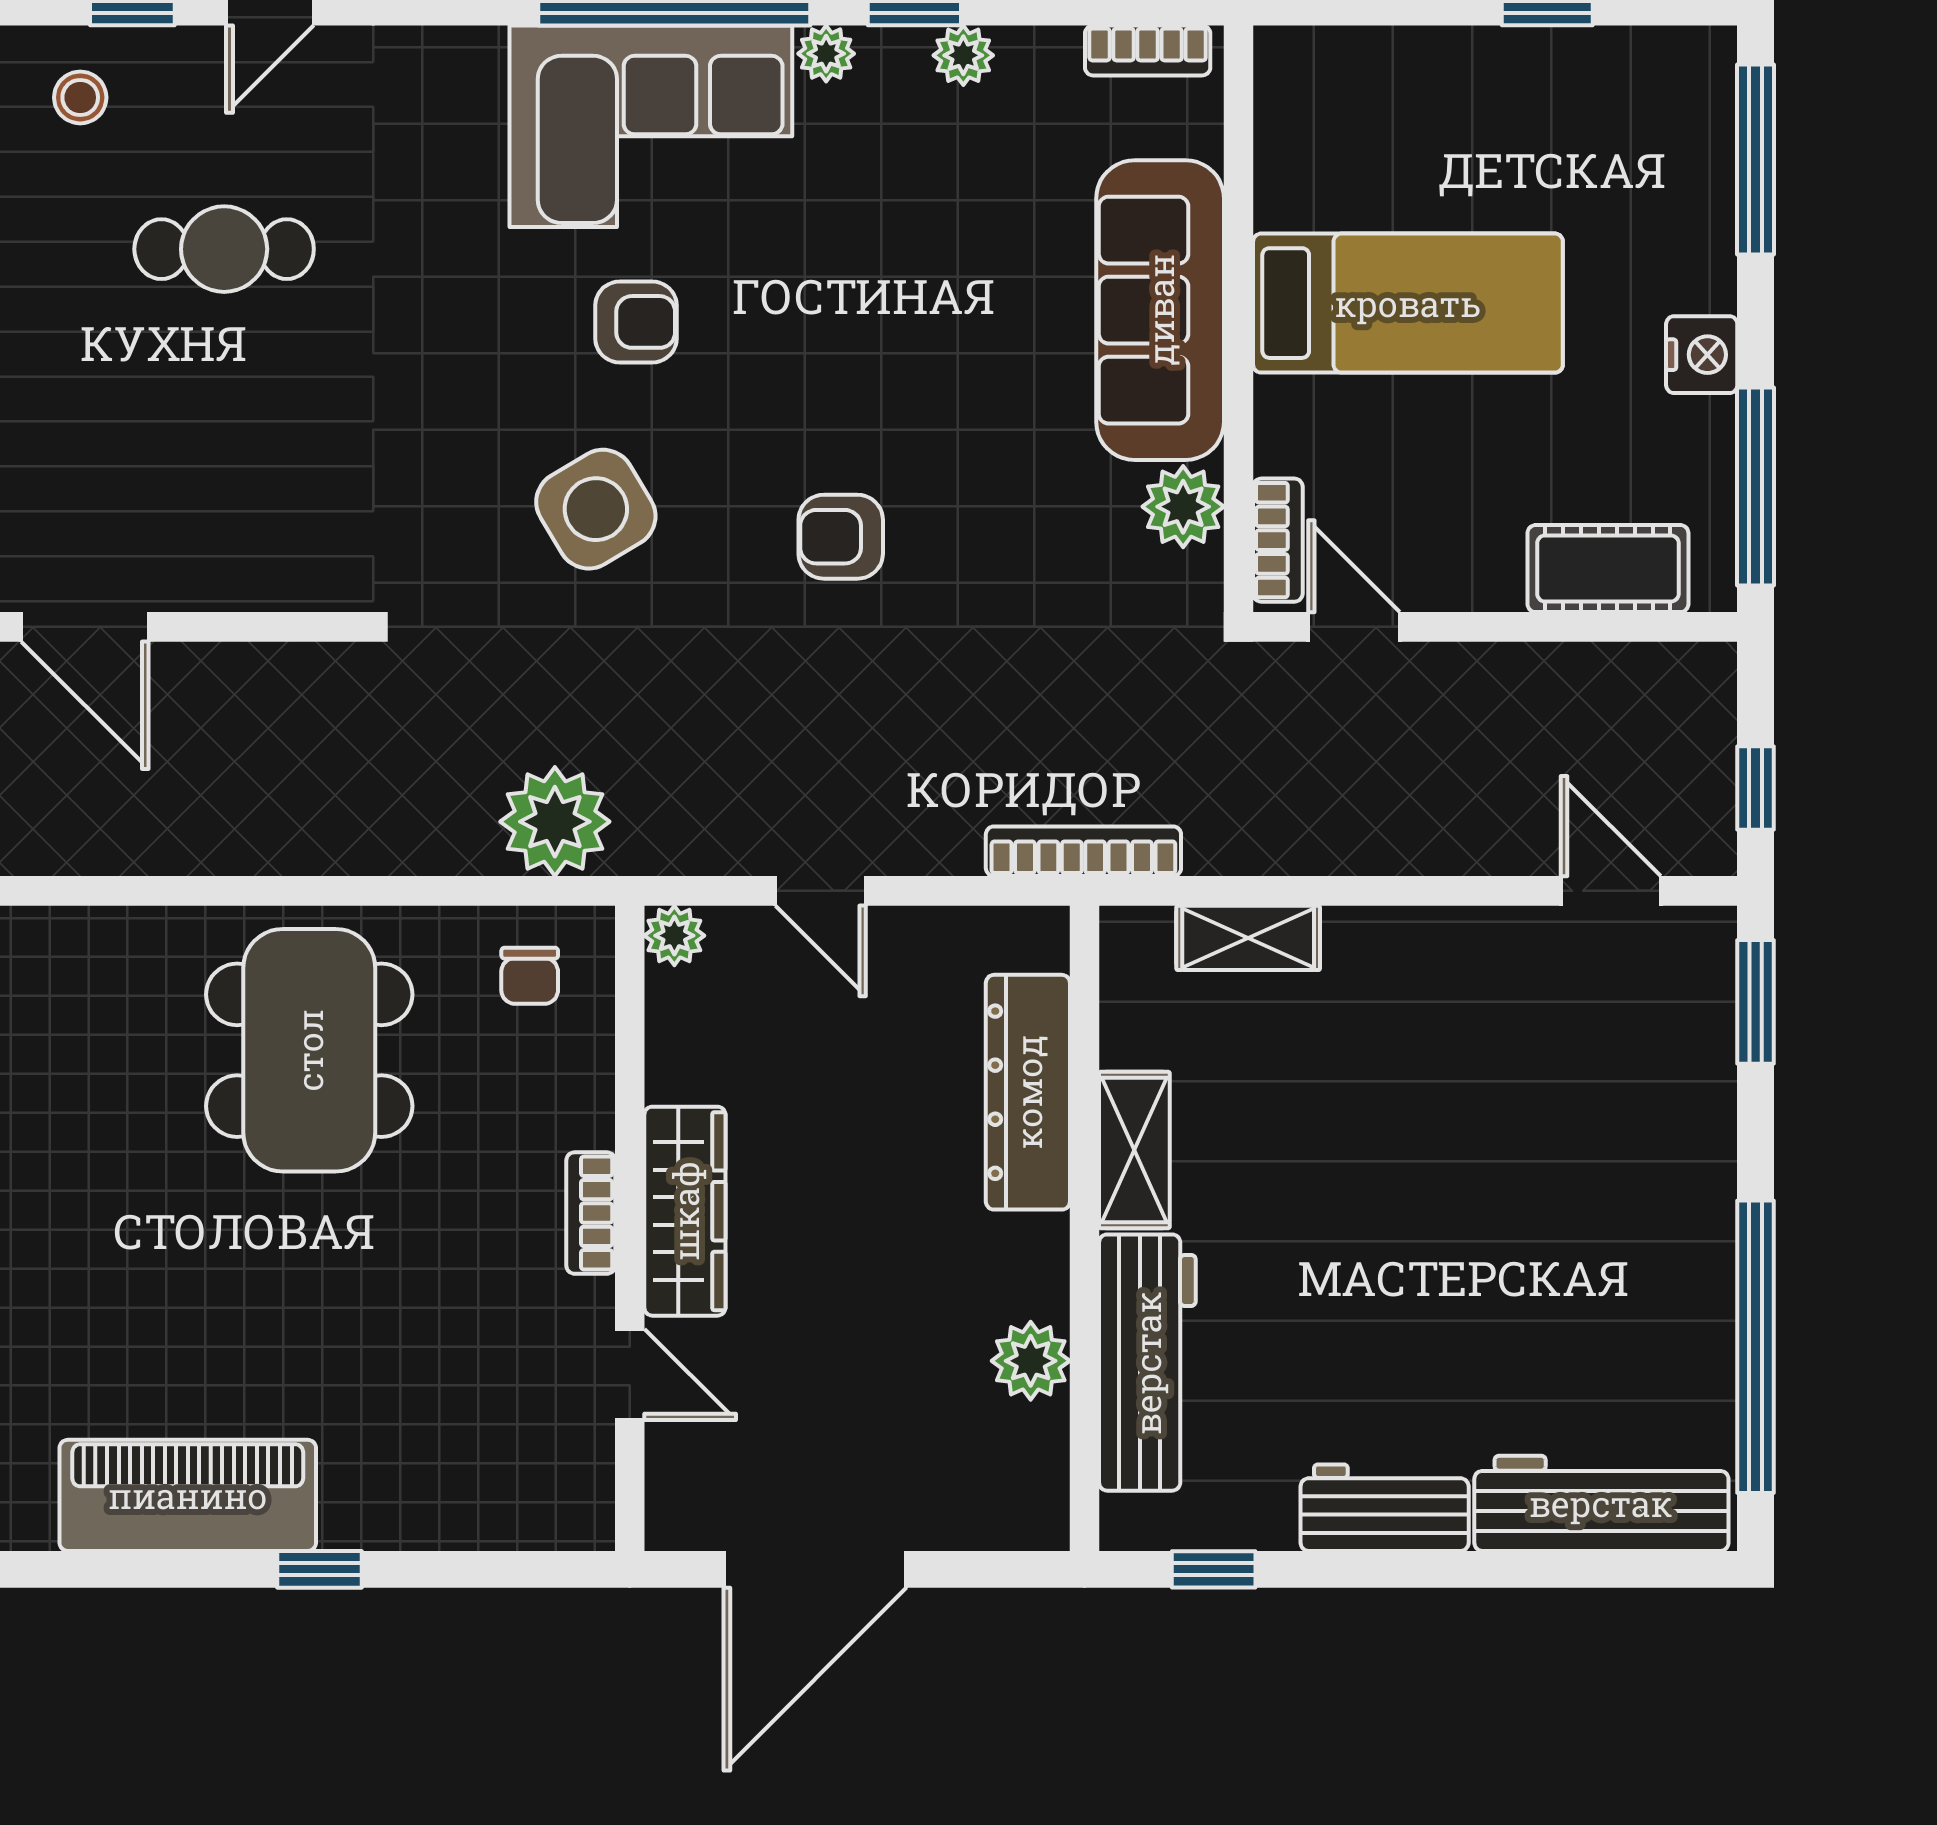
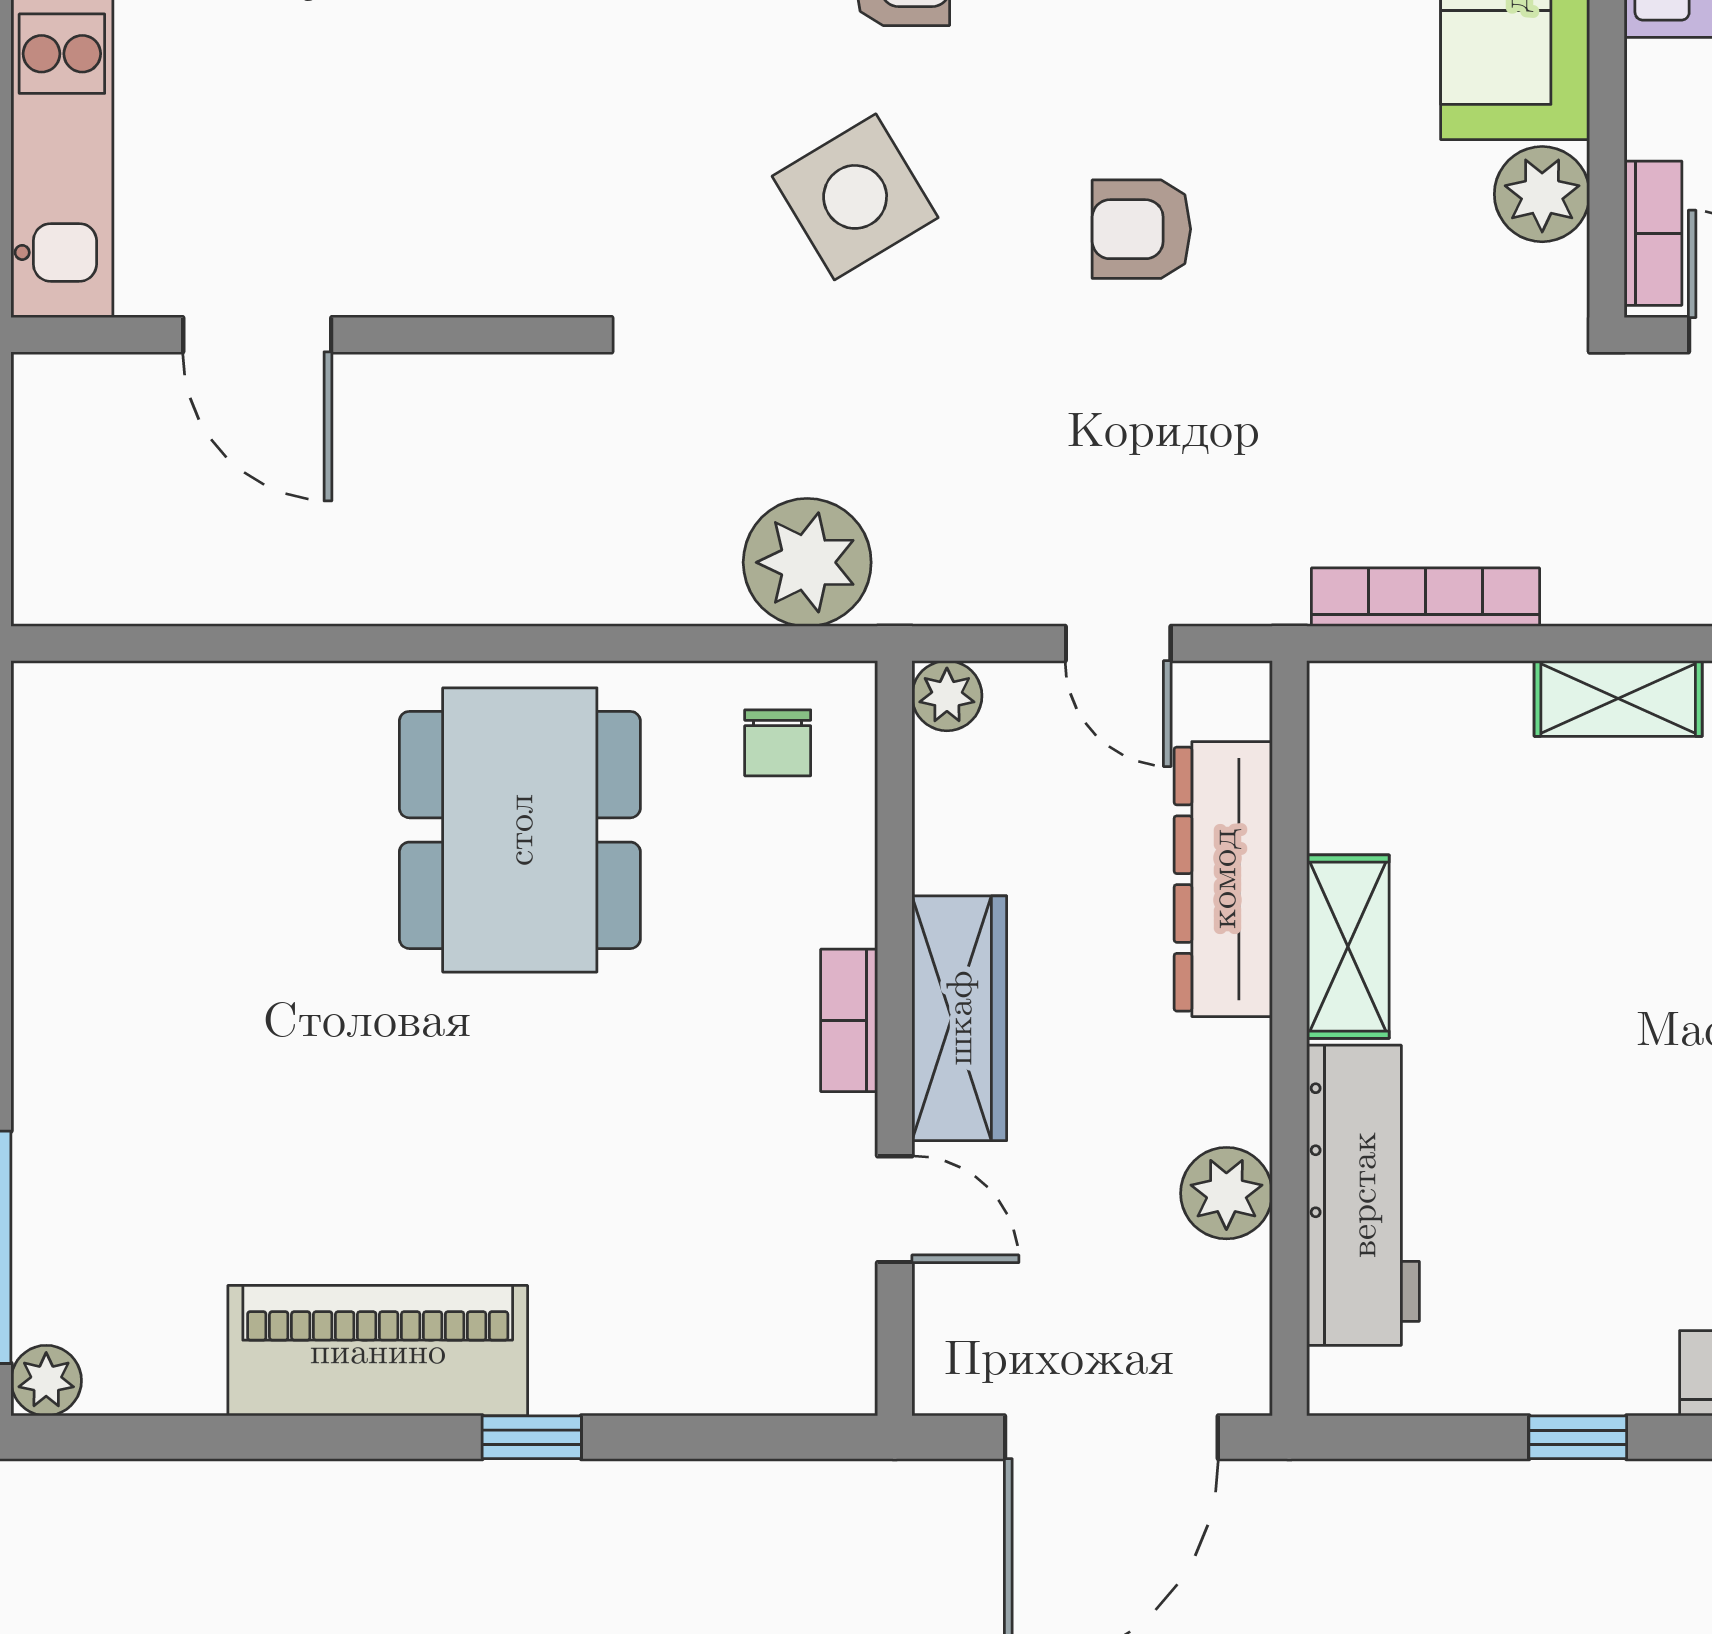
dresser: (1028, 1092) -> (1223, 879), moved
shelving: (1134, 1150) -> (1348, 947), moved
wall: (1084, 1228) -> (1289, 1038), moved
plant: (1031, 1361) -> (1226, 1193), moved
workbench: (1147, 1363) -> (1363, 1195), moved

